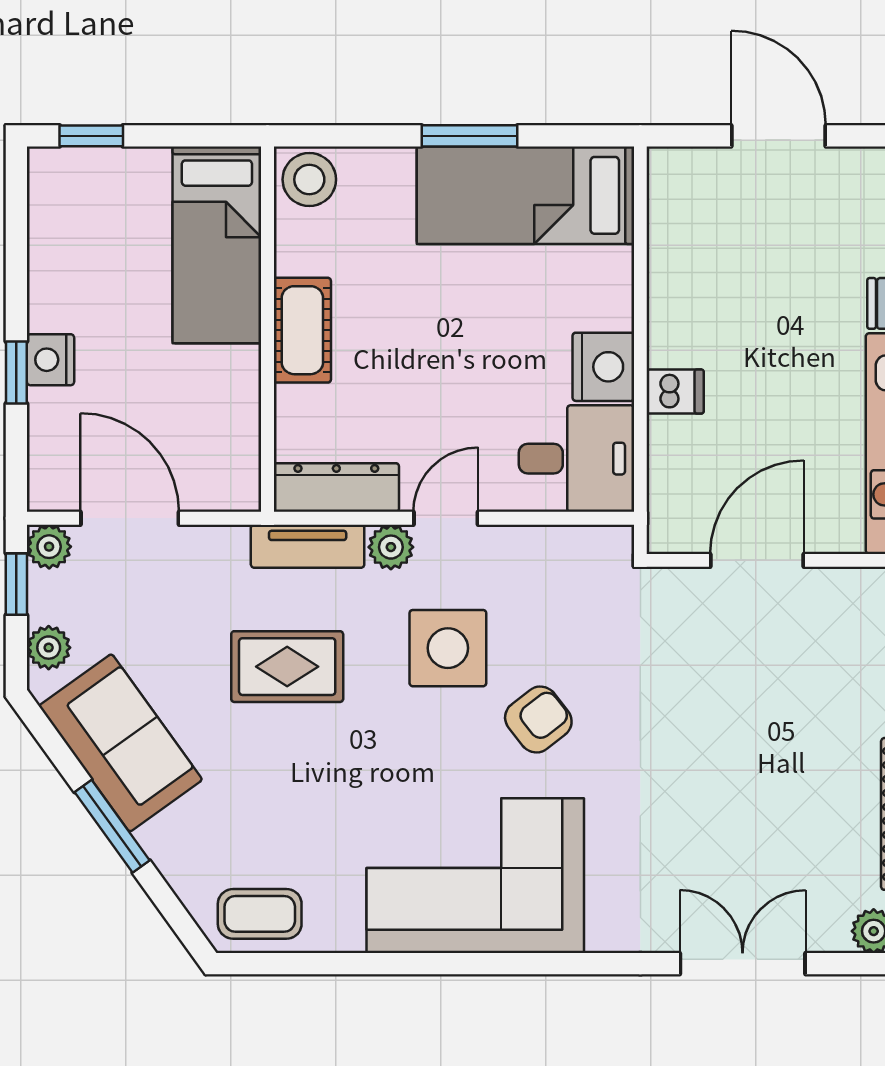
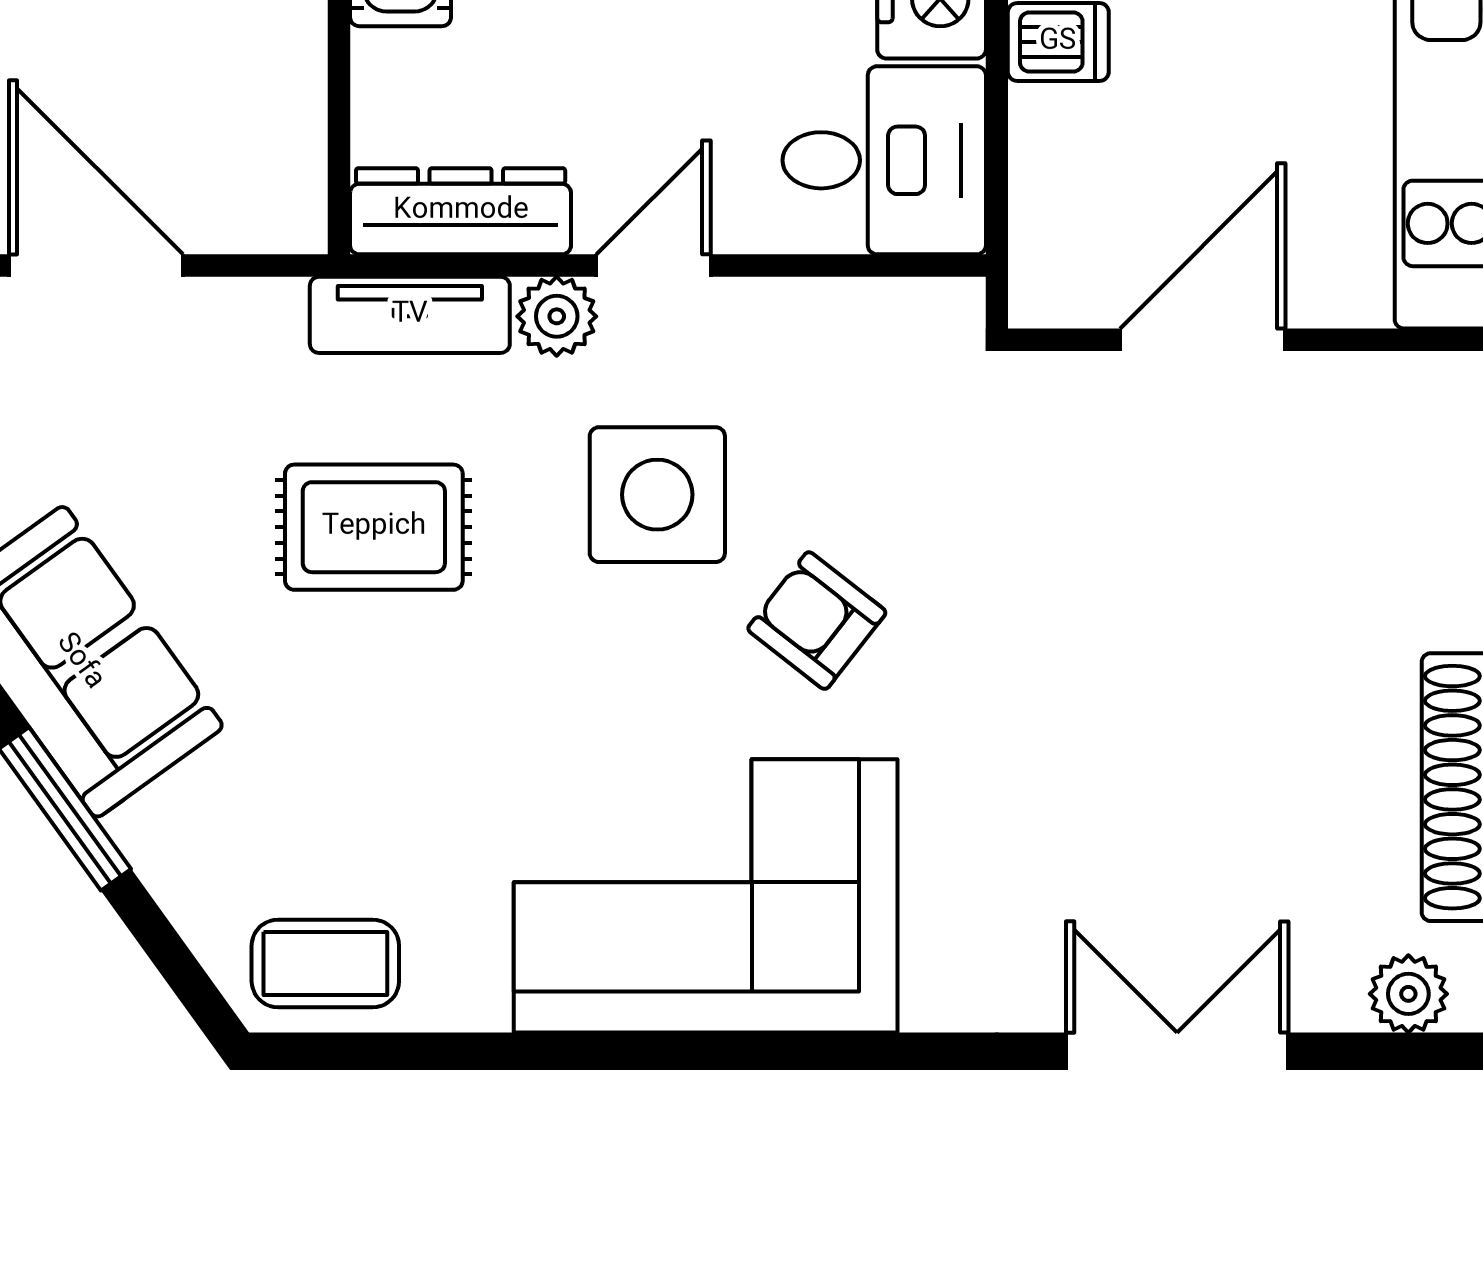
armchair: (538, 719) -> (817, 621), turned -104

